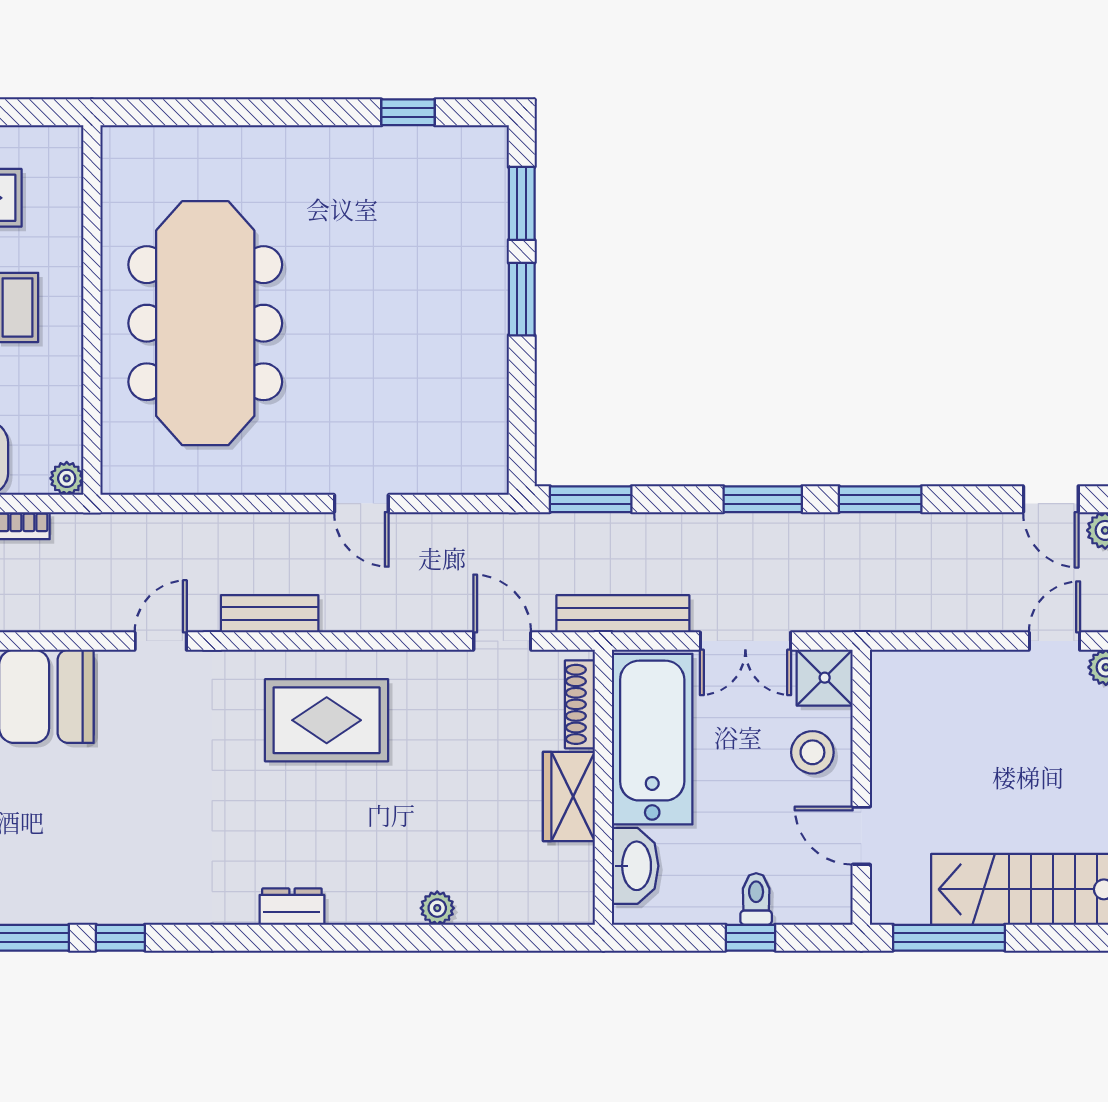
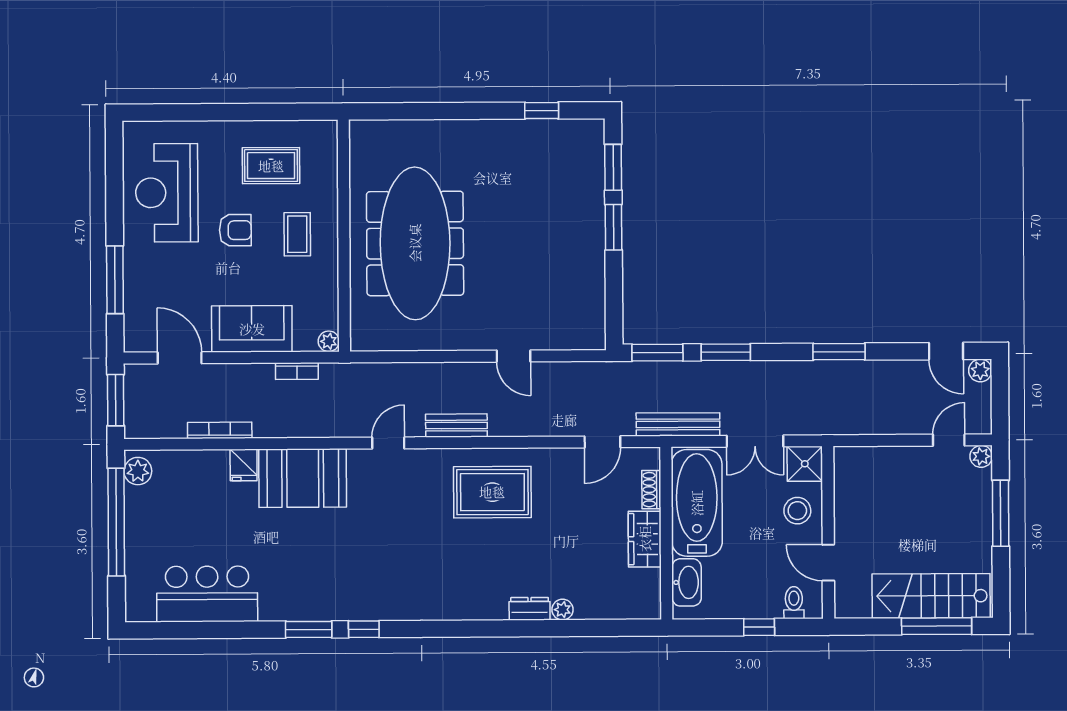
window: (763, 499) -> (726, 352), moved
door: (502, 641) -> (602, 442), swing flipped
shoe rack: (580, 704) -> (651, 490), width x0.70
toilet: (756, 899) -> (794, 603), moved
dresser: (292, 907) -> (530, 609), moved
window: (949, 938) -> (937, 626), moved

